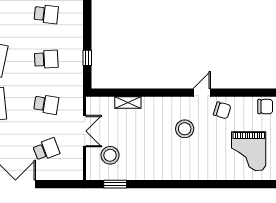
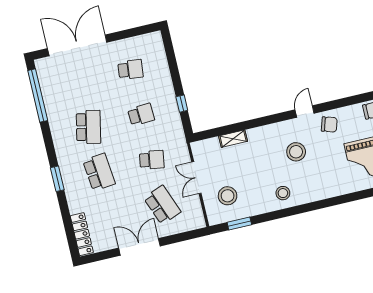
double door: (85, 131) -> (196, 178), swing flipped
school desk: (46, 149) -> (162, 205), width x1.85
stool: (163, 165) -> (283, 193), added

